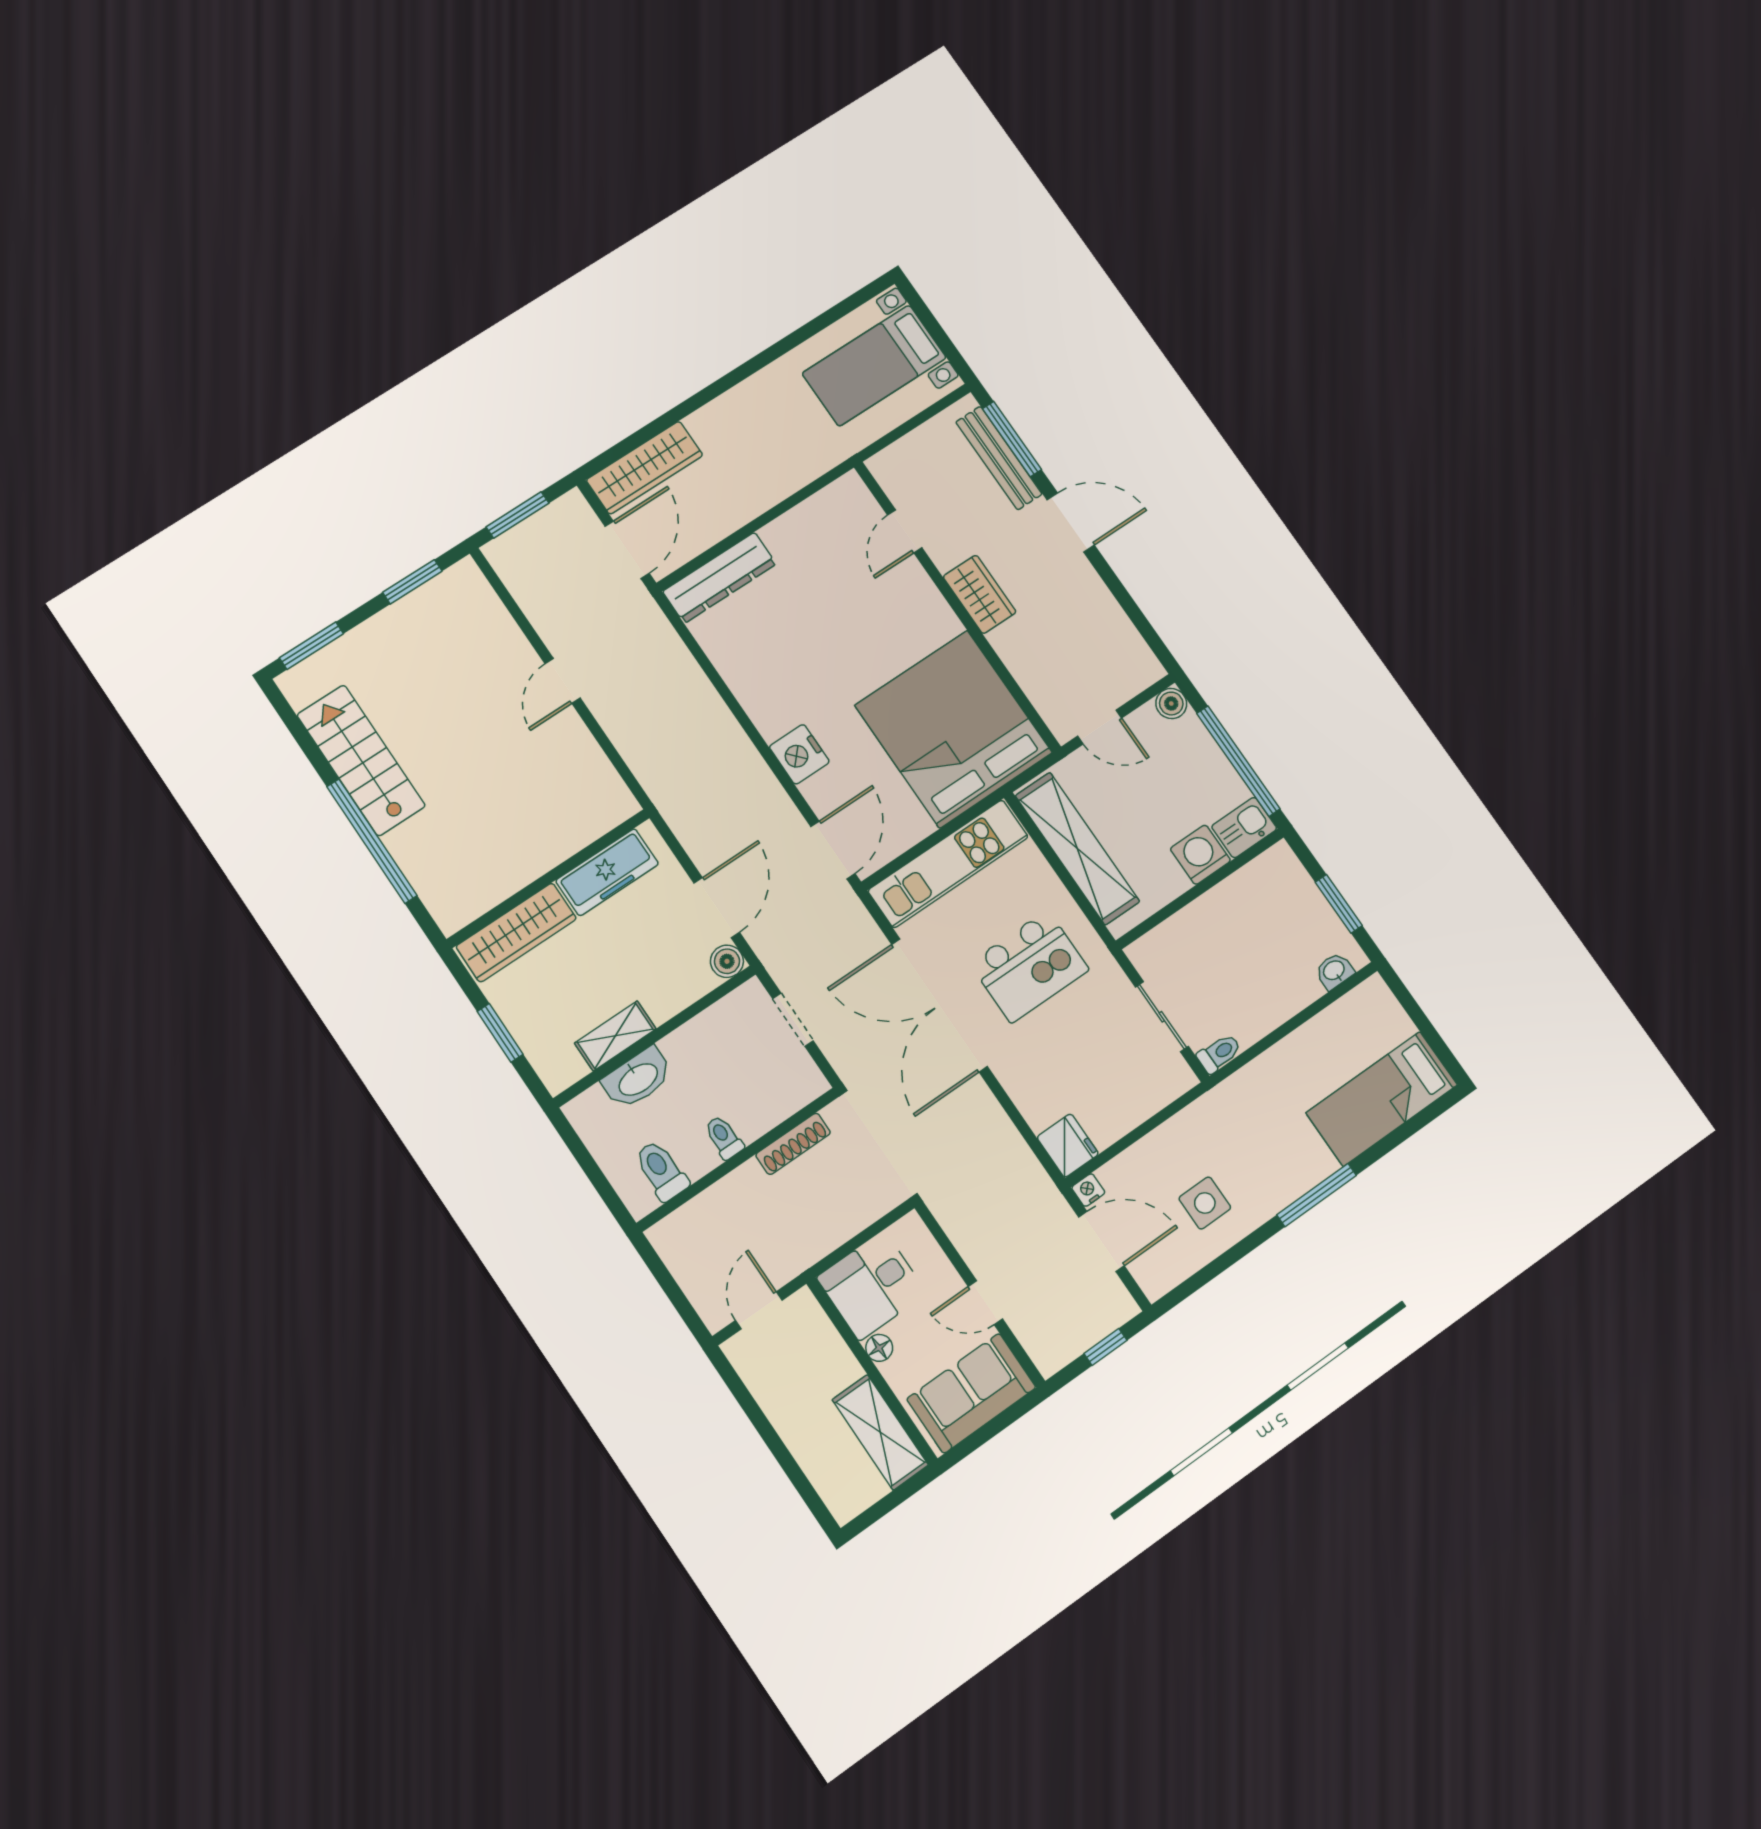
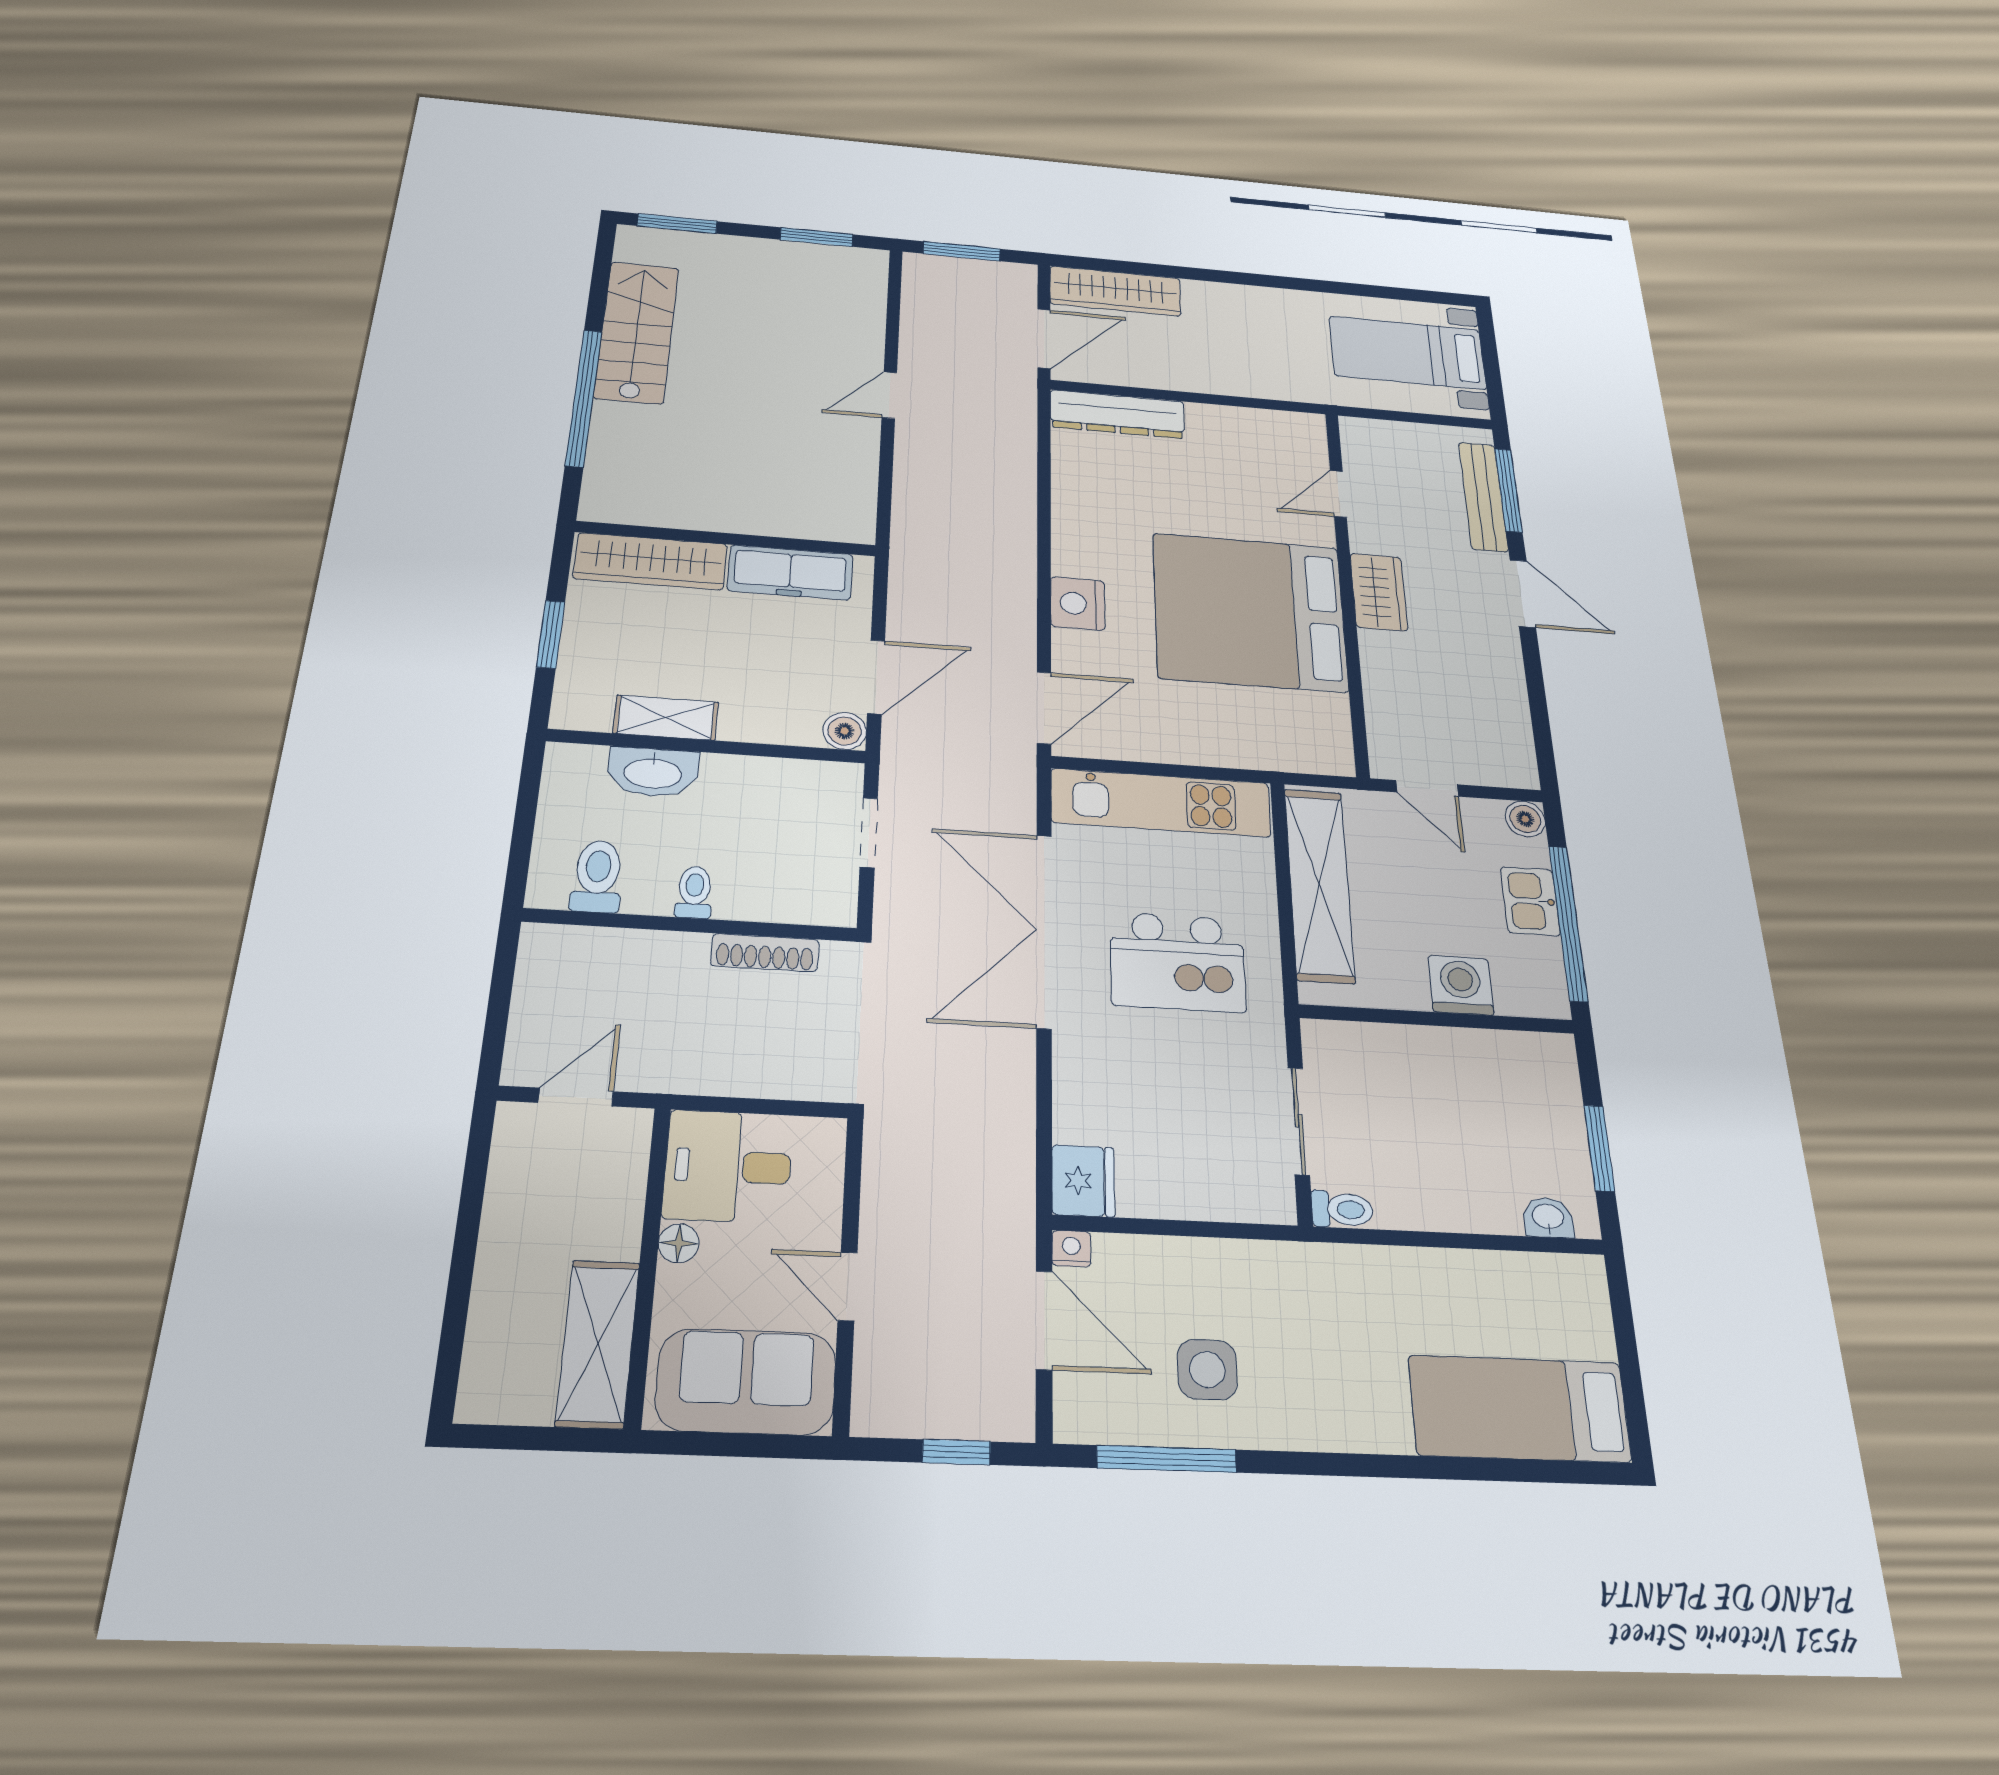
bed: (954, 729) -> (1250, 612), moved, turned -90
kitchen sink: (1244, 828) -> (1530, 901), moved, turned -90
window: (1317, 1195) -> (1167, 1459), moved

